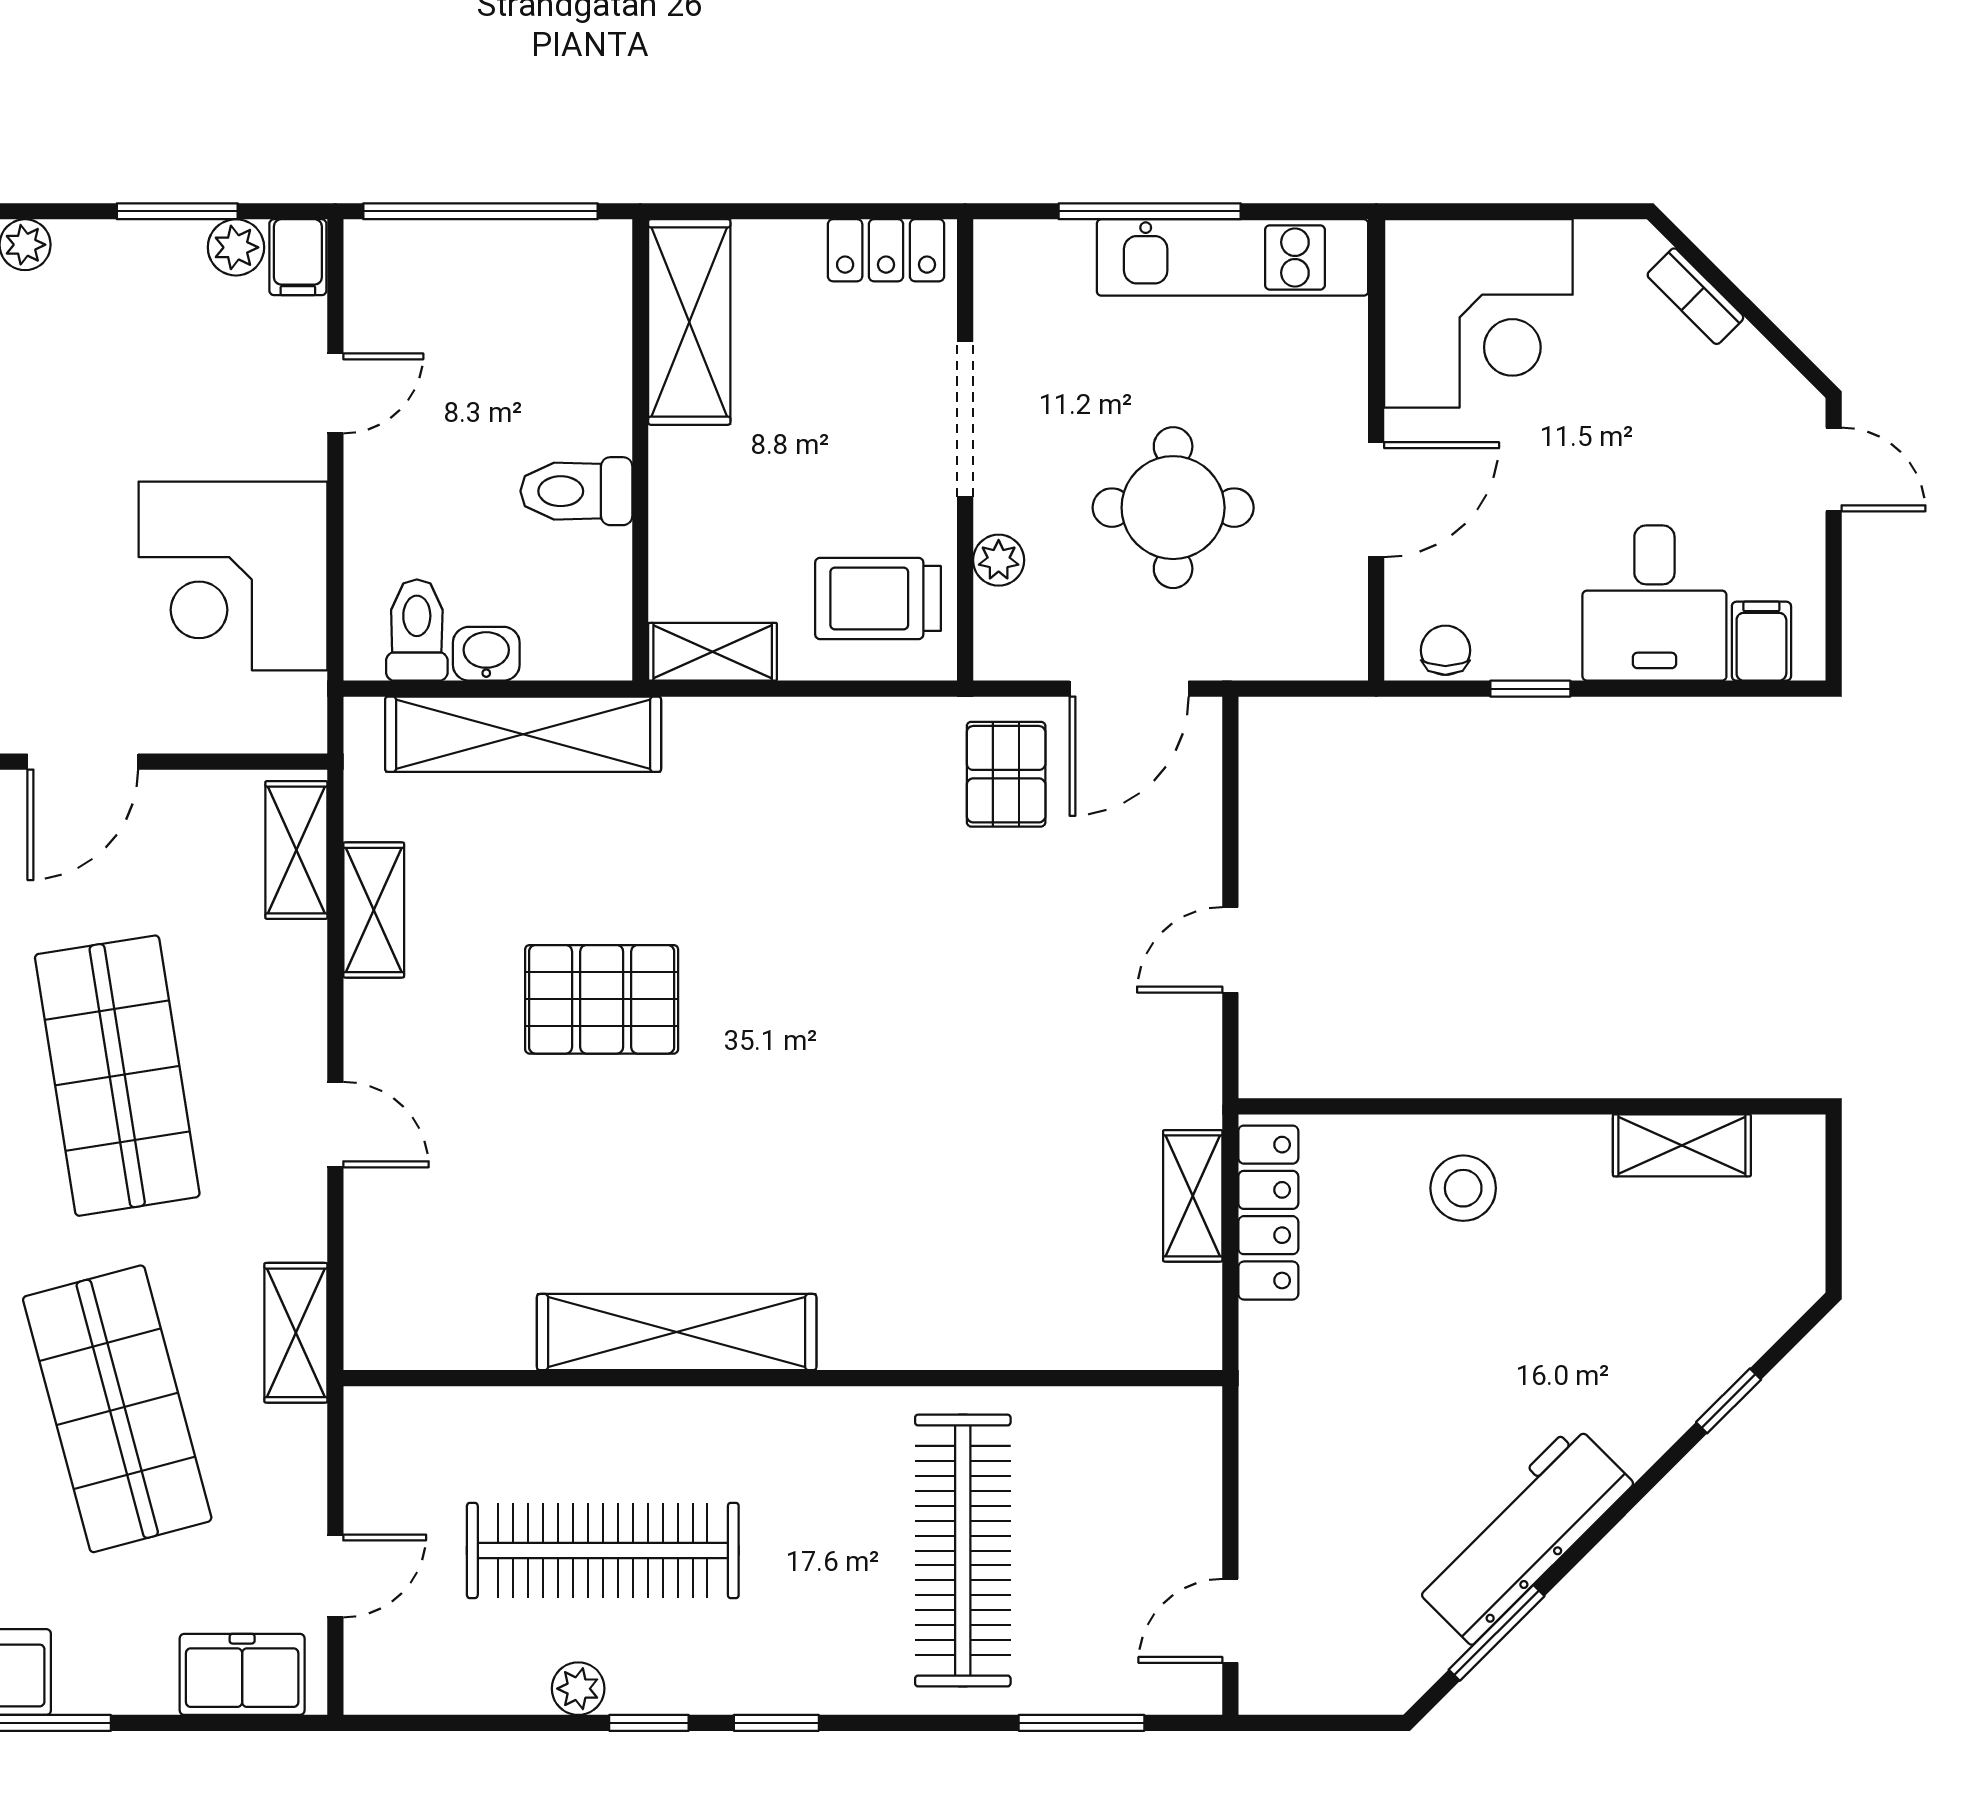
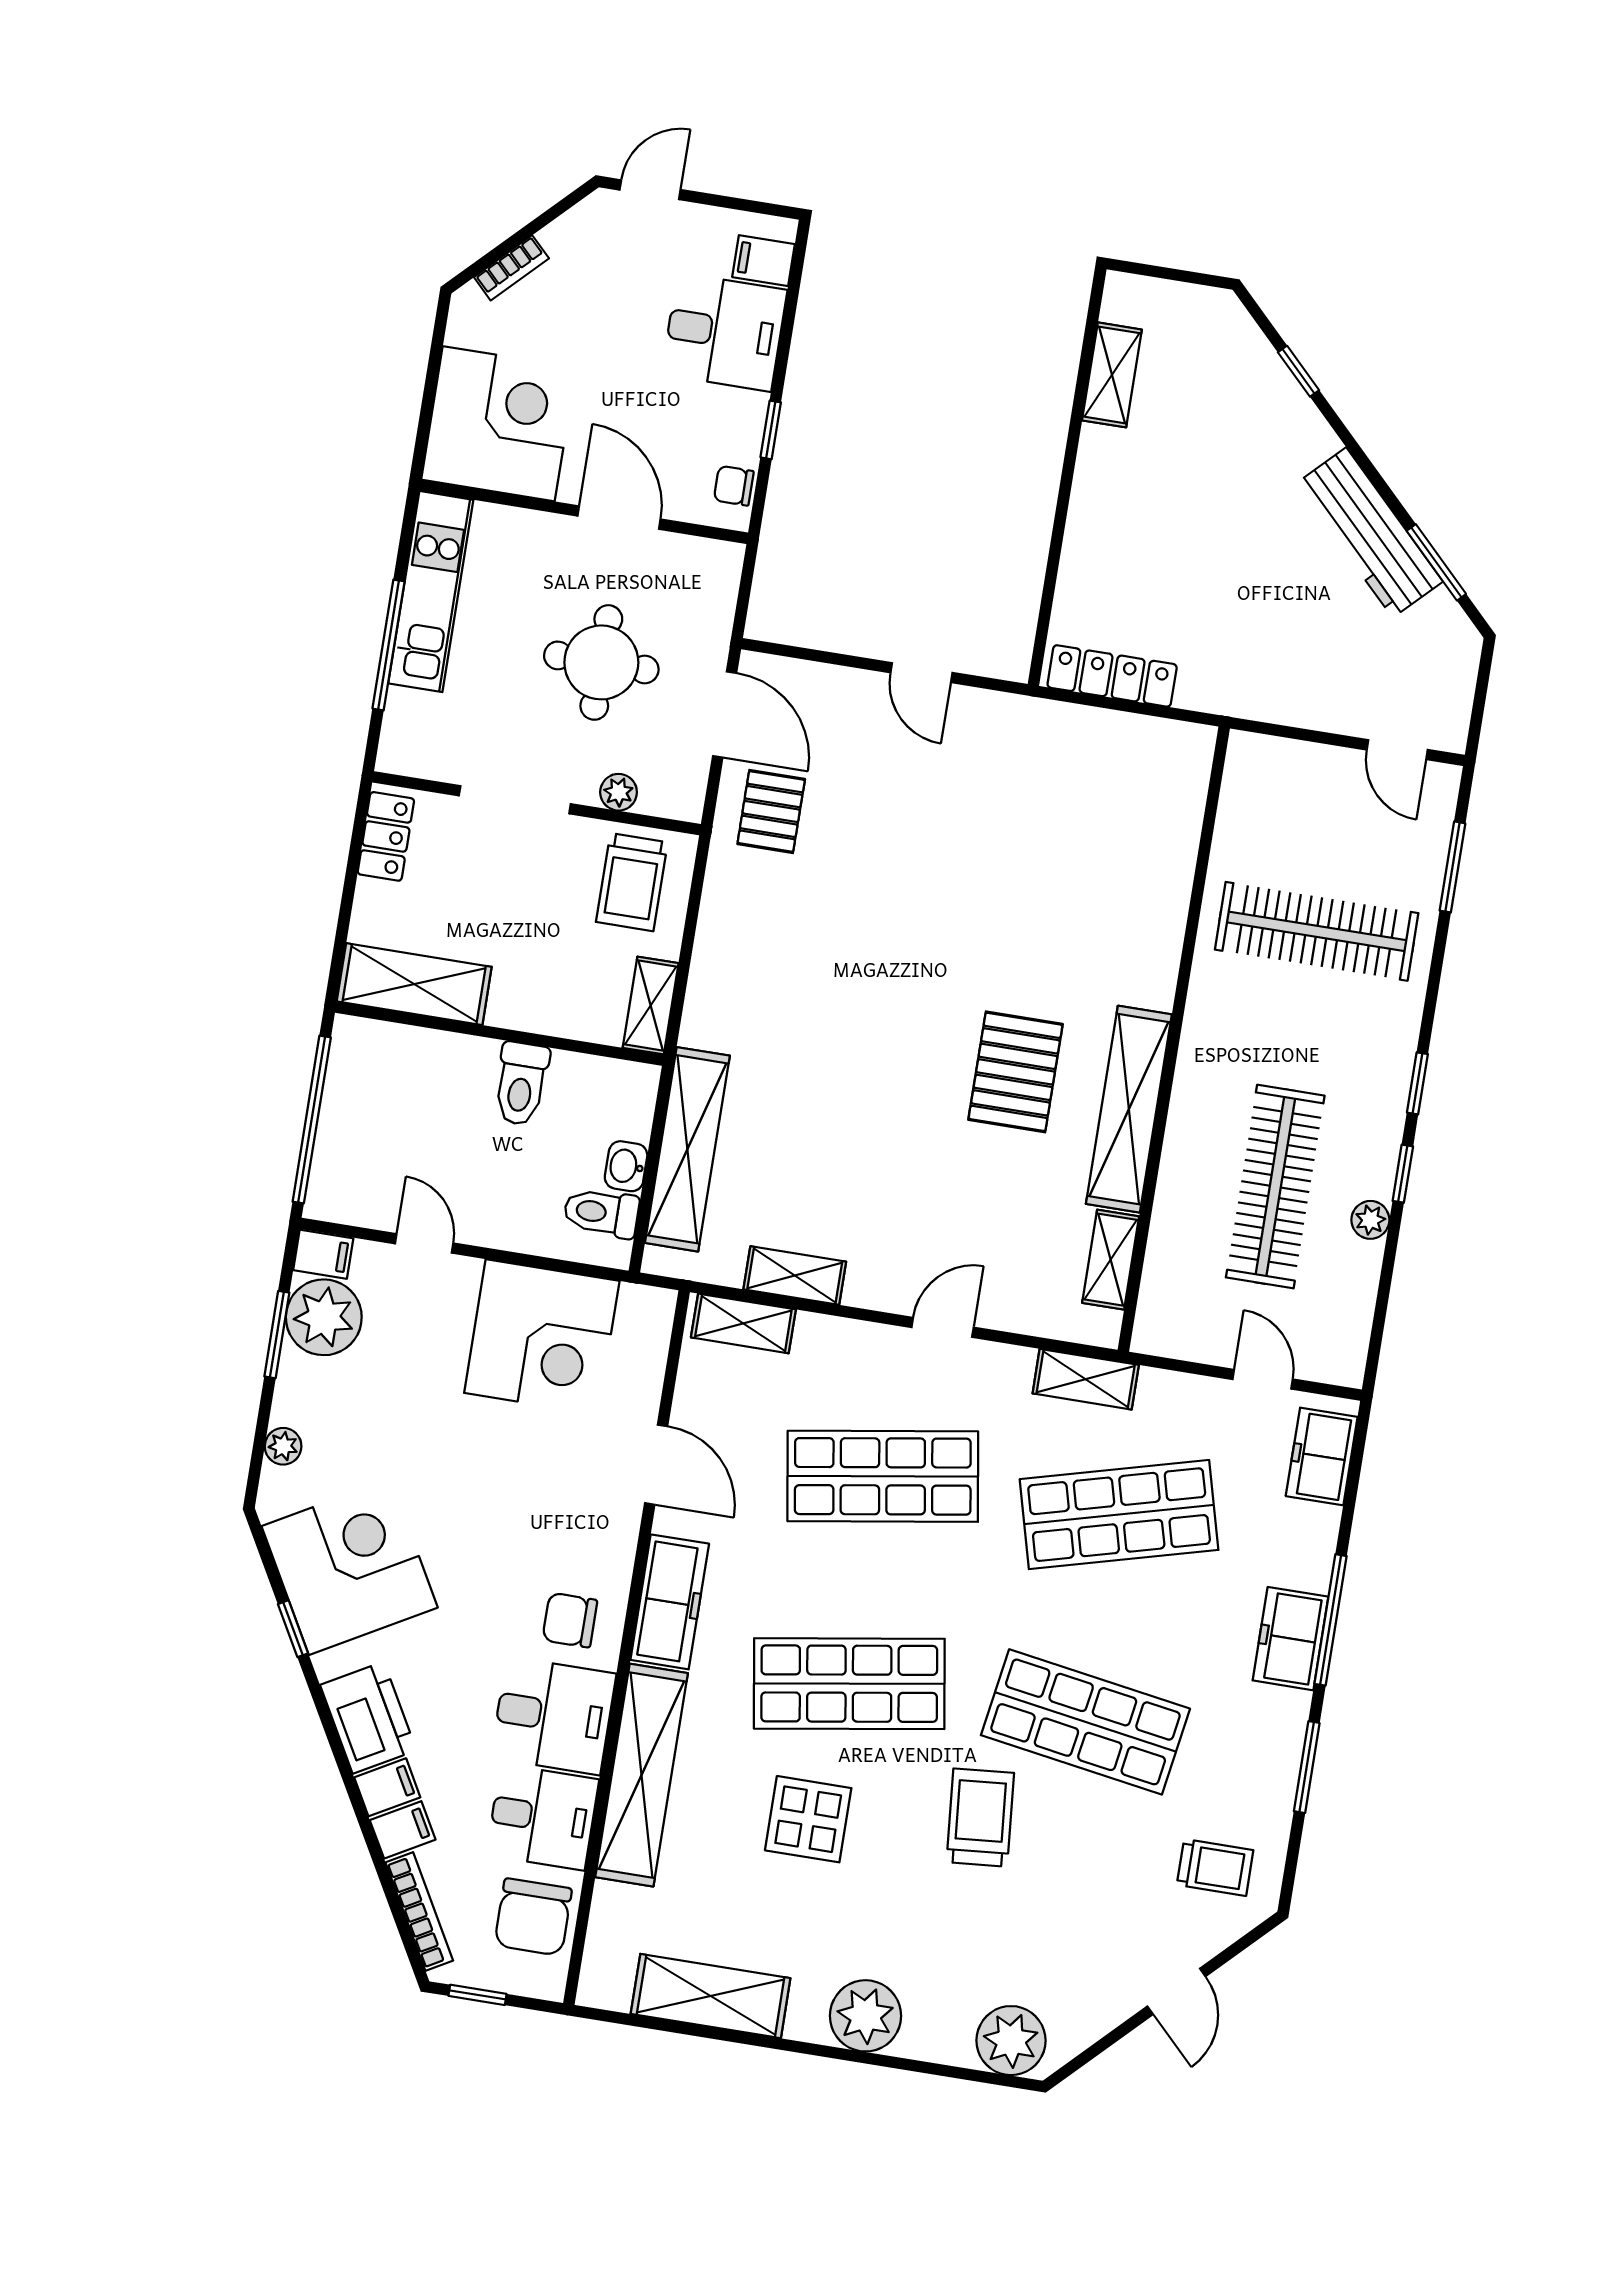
plant: (236, 247) -> (324, 1317), width x1.87, depth x1.87
pallet: (1006, 774) -> (771, 811), turned 90
pallet: (602, 999) -> (1015, 1072), moved
stool: (1463, 1188) -> (1117, 535), removed
shelving: (1193, 1196) -> (1111, 1260), moved, turned 90

